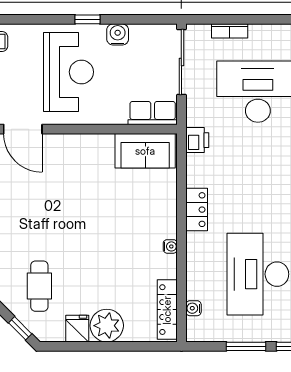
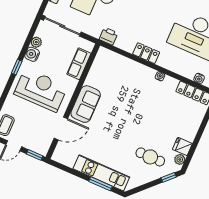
plant: (139, 33) -> (36, 42), added
row of seats: (153, 113) -> (79, 64), moved
sofa: (145, 151) -> (86, 104), moved
plant: (107, 326) -> (180, 159), moved, width x0.53, depth x0.53

